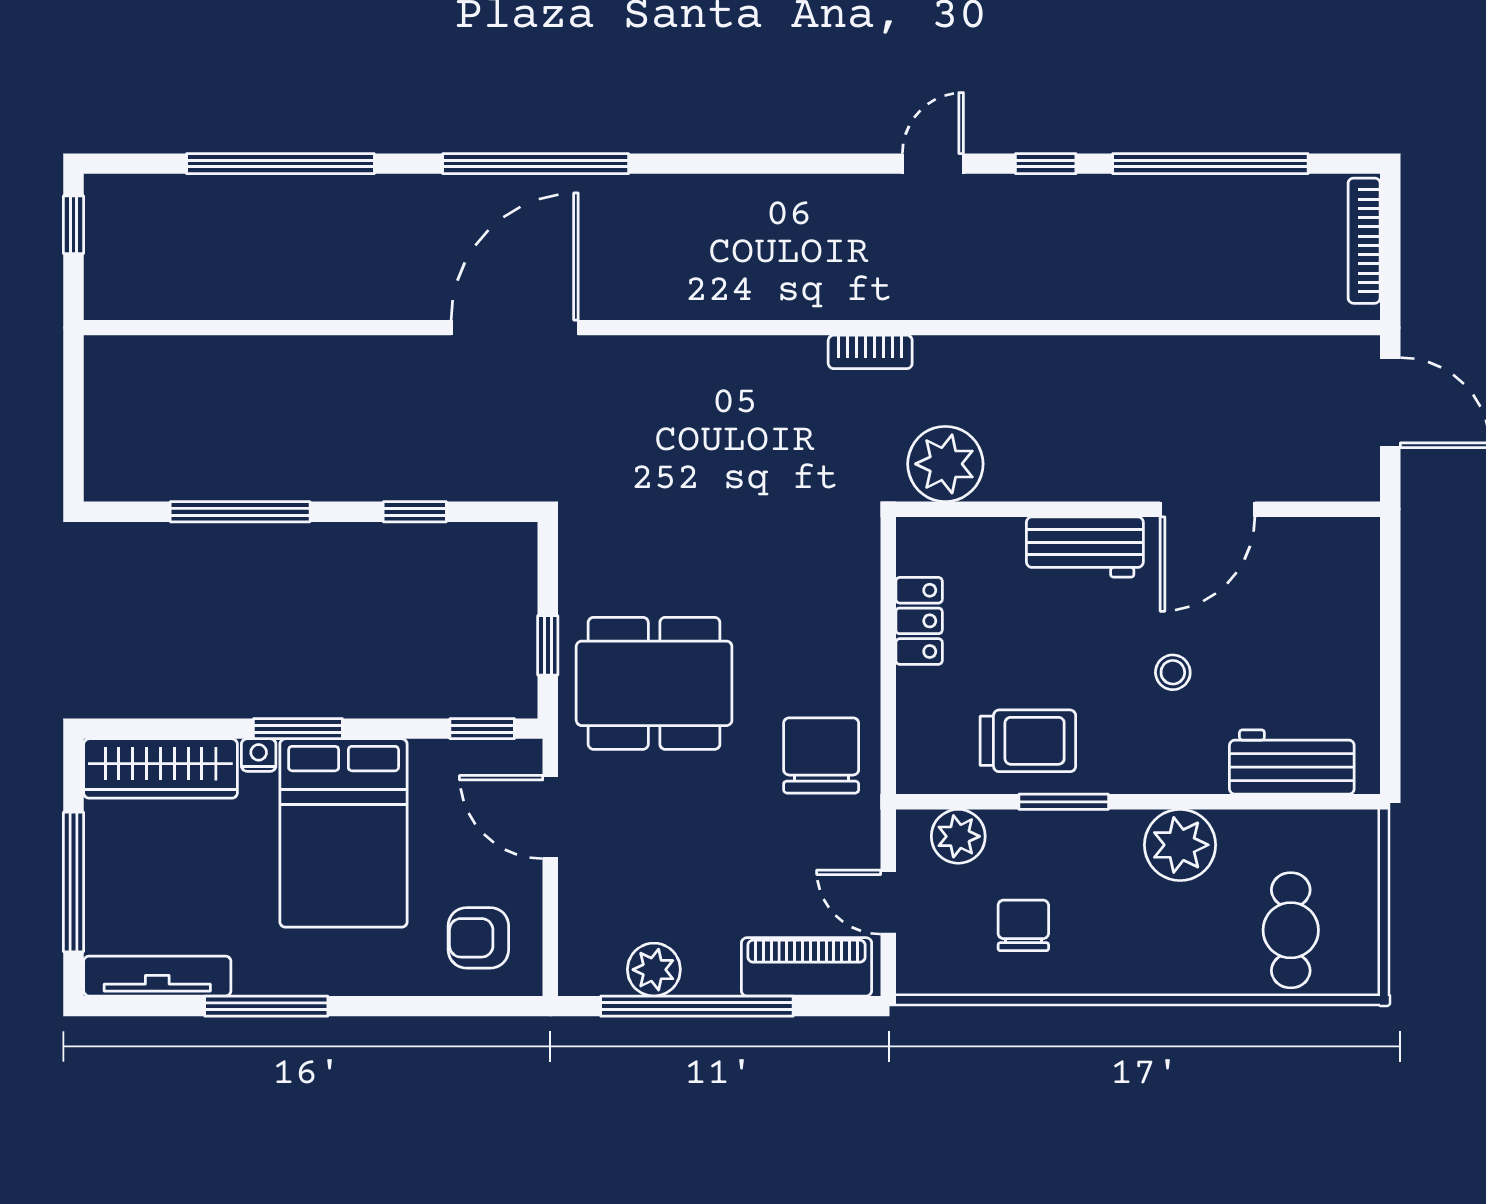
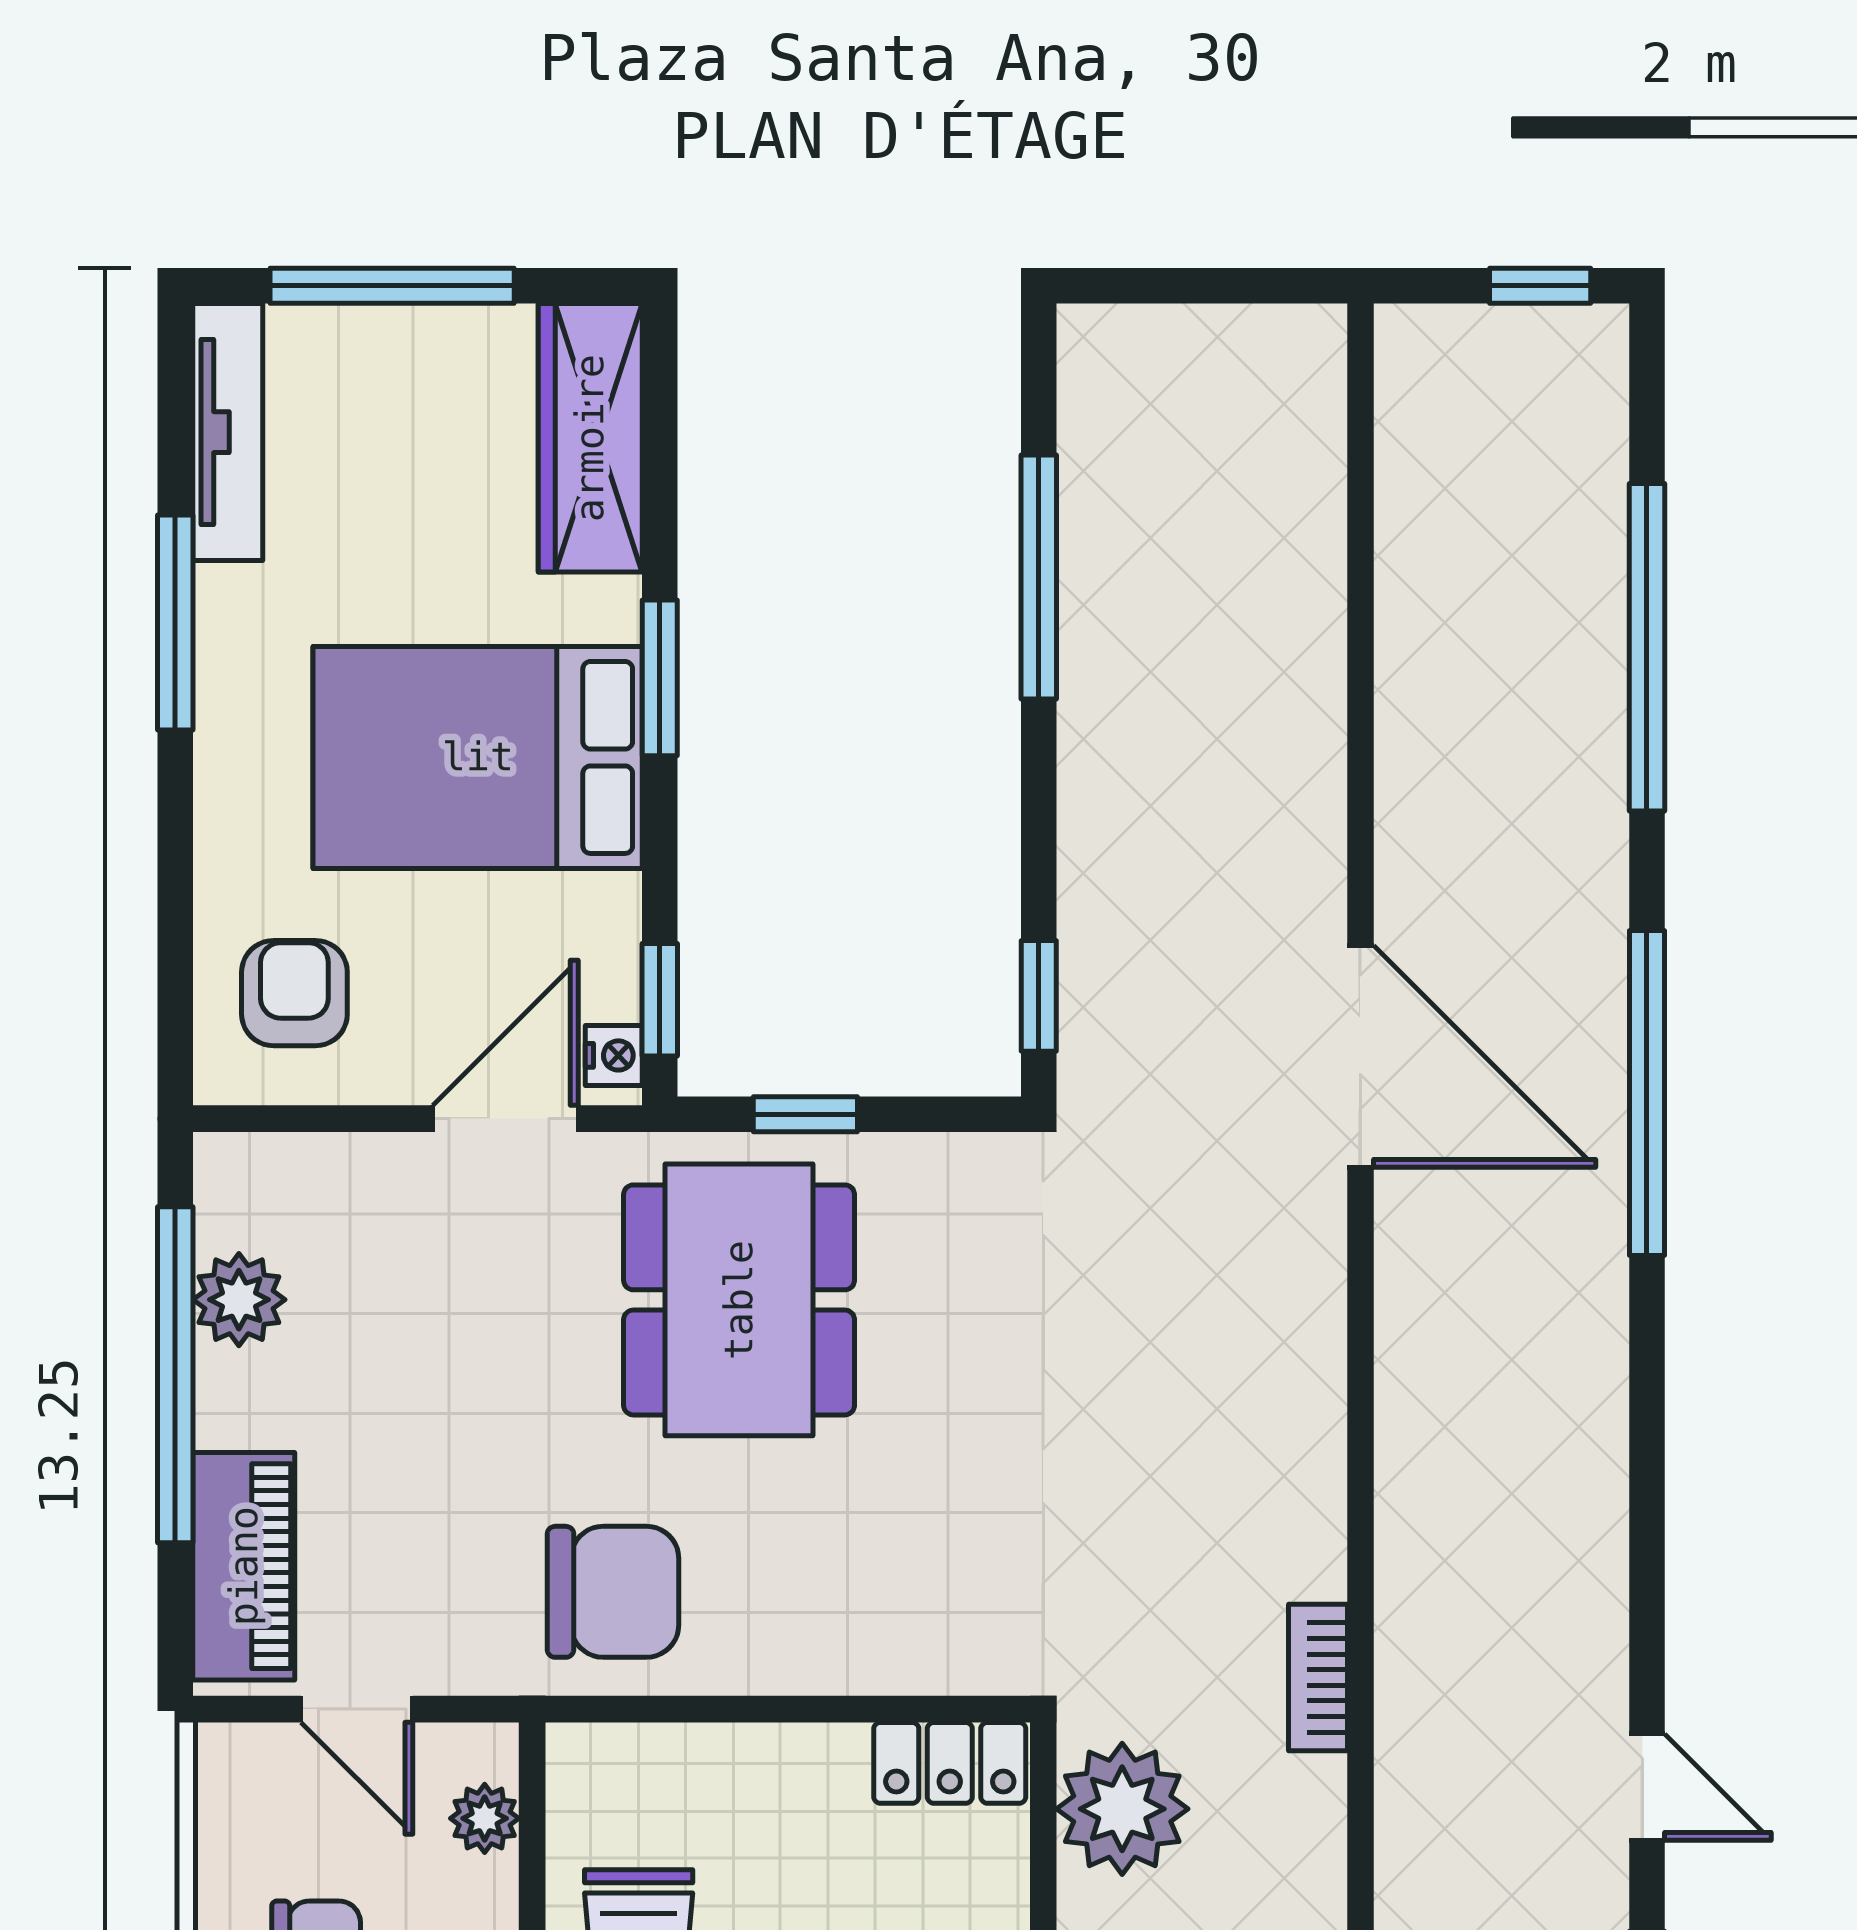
window: (415, 512) -> (1039, 996), moved
locker: (919, 621) -> (950, 1763), moved
nightstand: (259, 755) -> (614, 1055), moved
plant: (958, 836) -> (485, 1818), width x0.73, depth x0.73
door: (888, 902) -> (357, 1709), swing flipped

